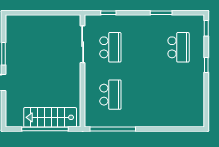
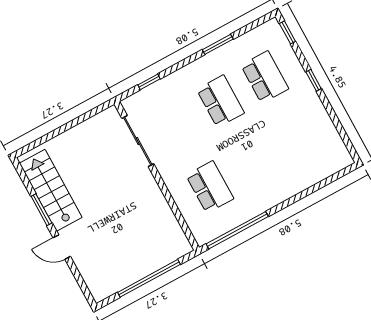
school desk: (110, 47) -> (220, 101), moved
stairs: (50, 117) -> (51, 190), moved, turned 90

